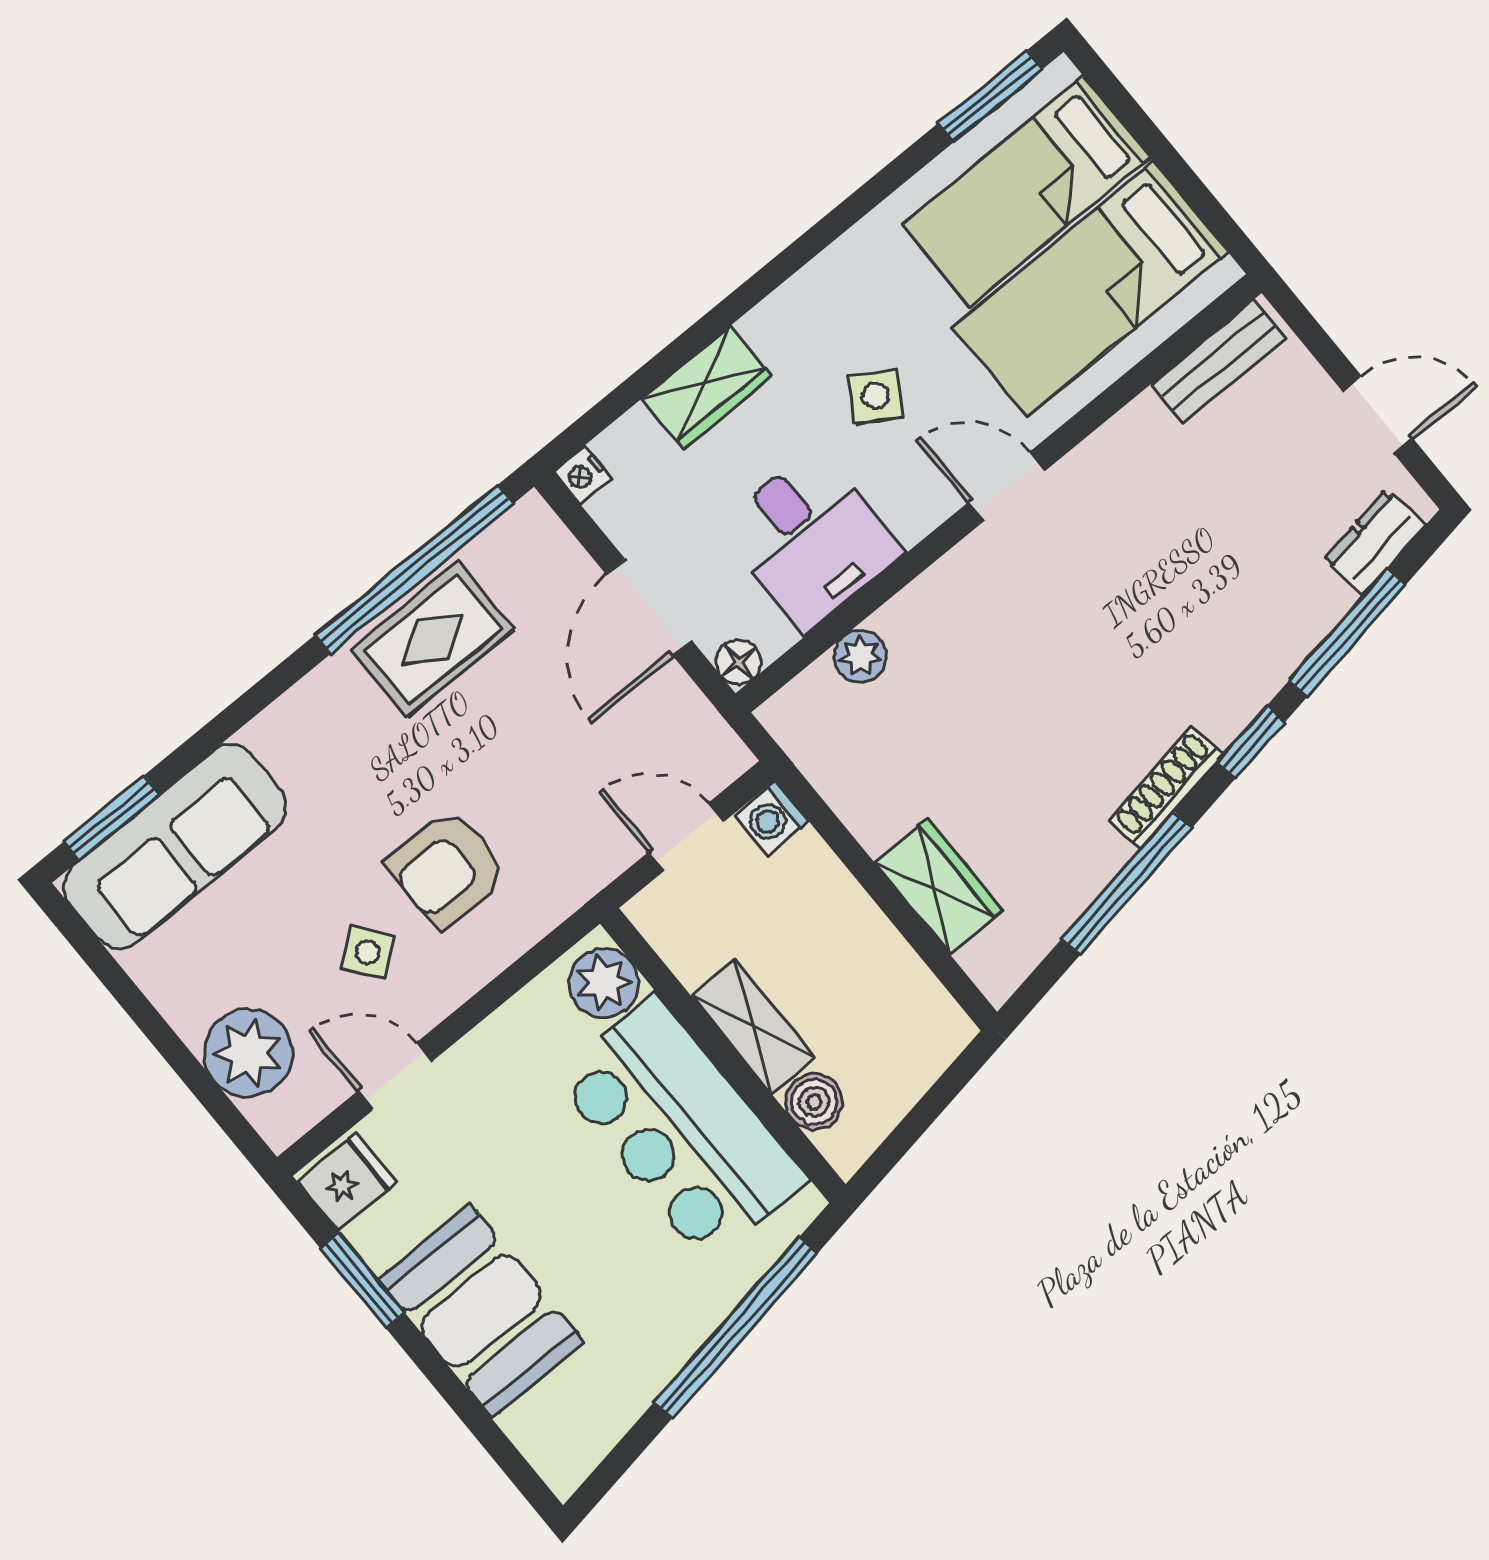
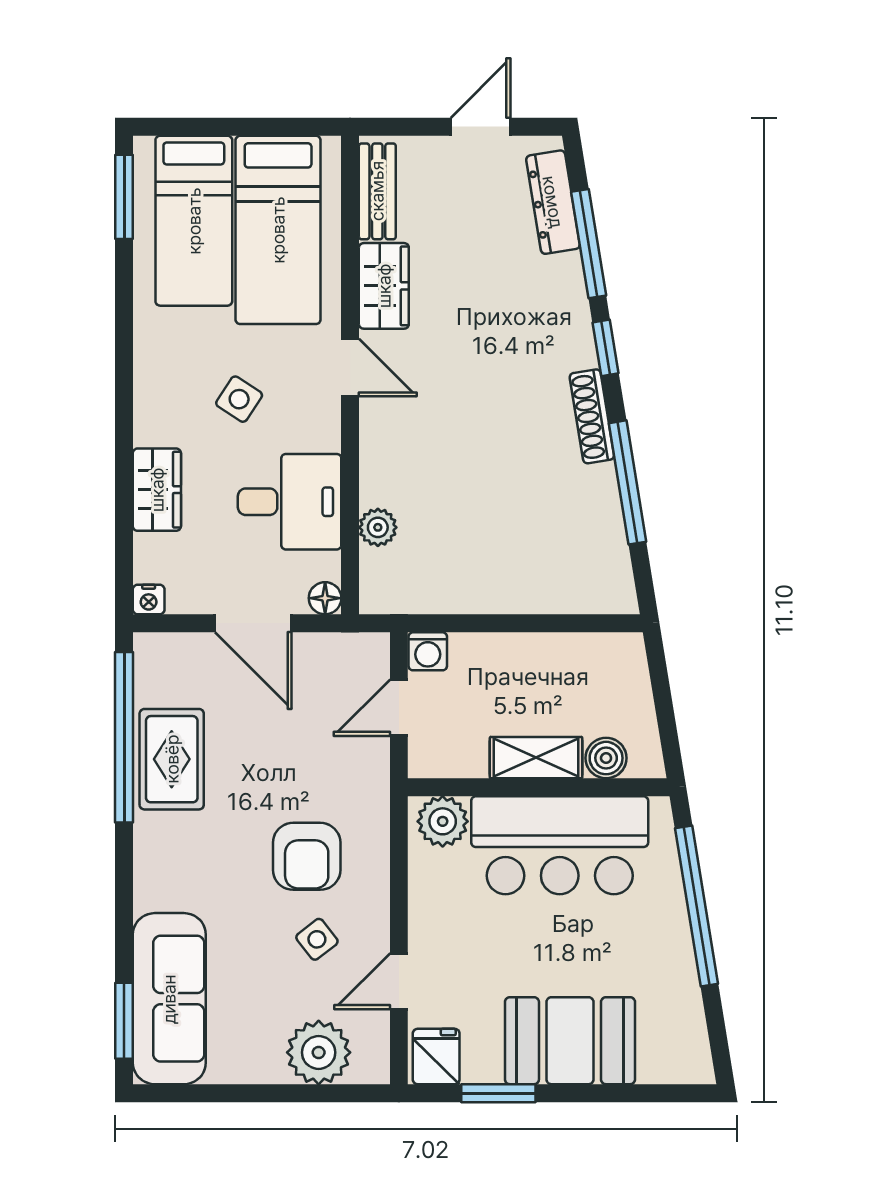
door: (1007, 487) -> (350, 367), swing flipped
dresser: (1375, 542) -> (553, 202), width x1.44
wardrobe: (938, 886) -> (384, 286), moved, turned 90

